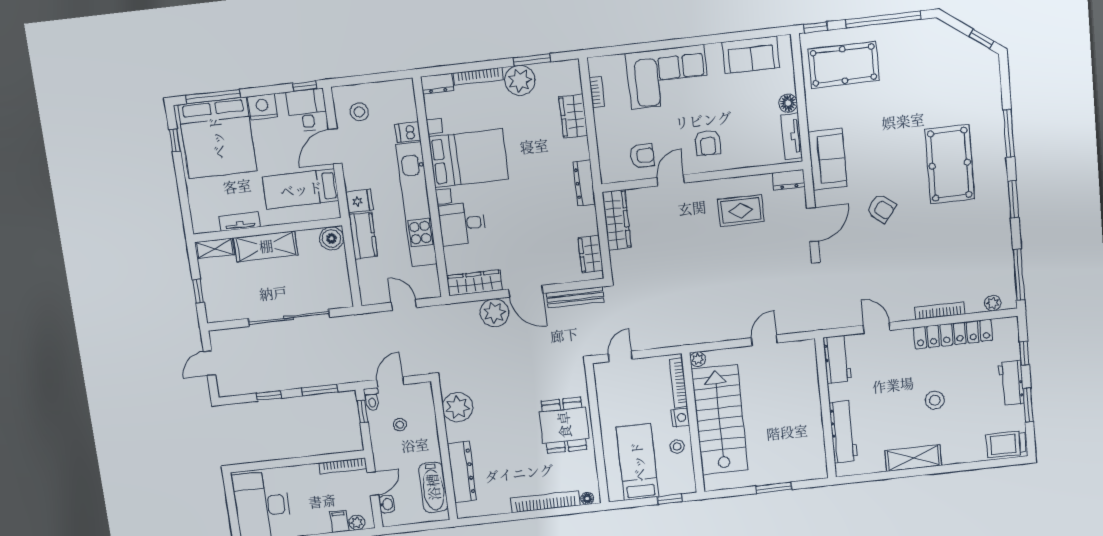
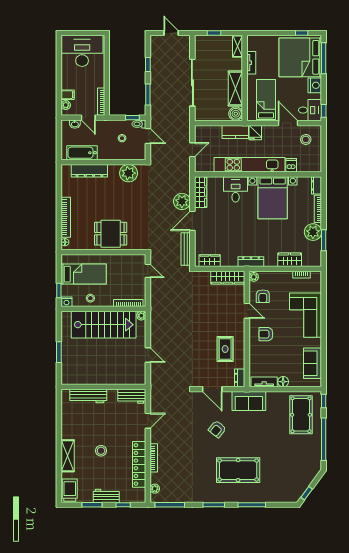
plant: (610, 175) -> (254, 277), added
shelving: (266, 246) -> (235, 88), moved
nightstand: (680, 418) -> (66, 302), moved
shelving: (913, 458) -> (68, 456), moved

